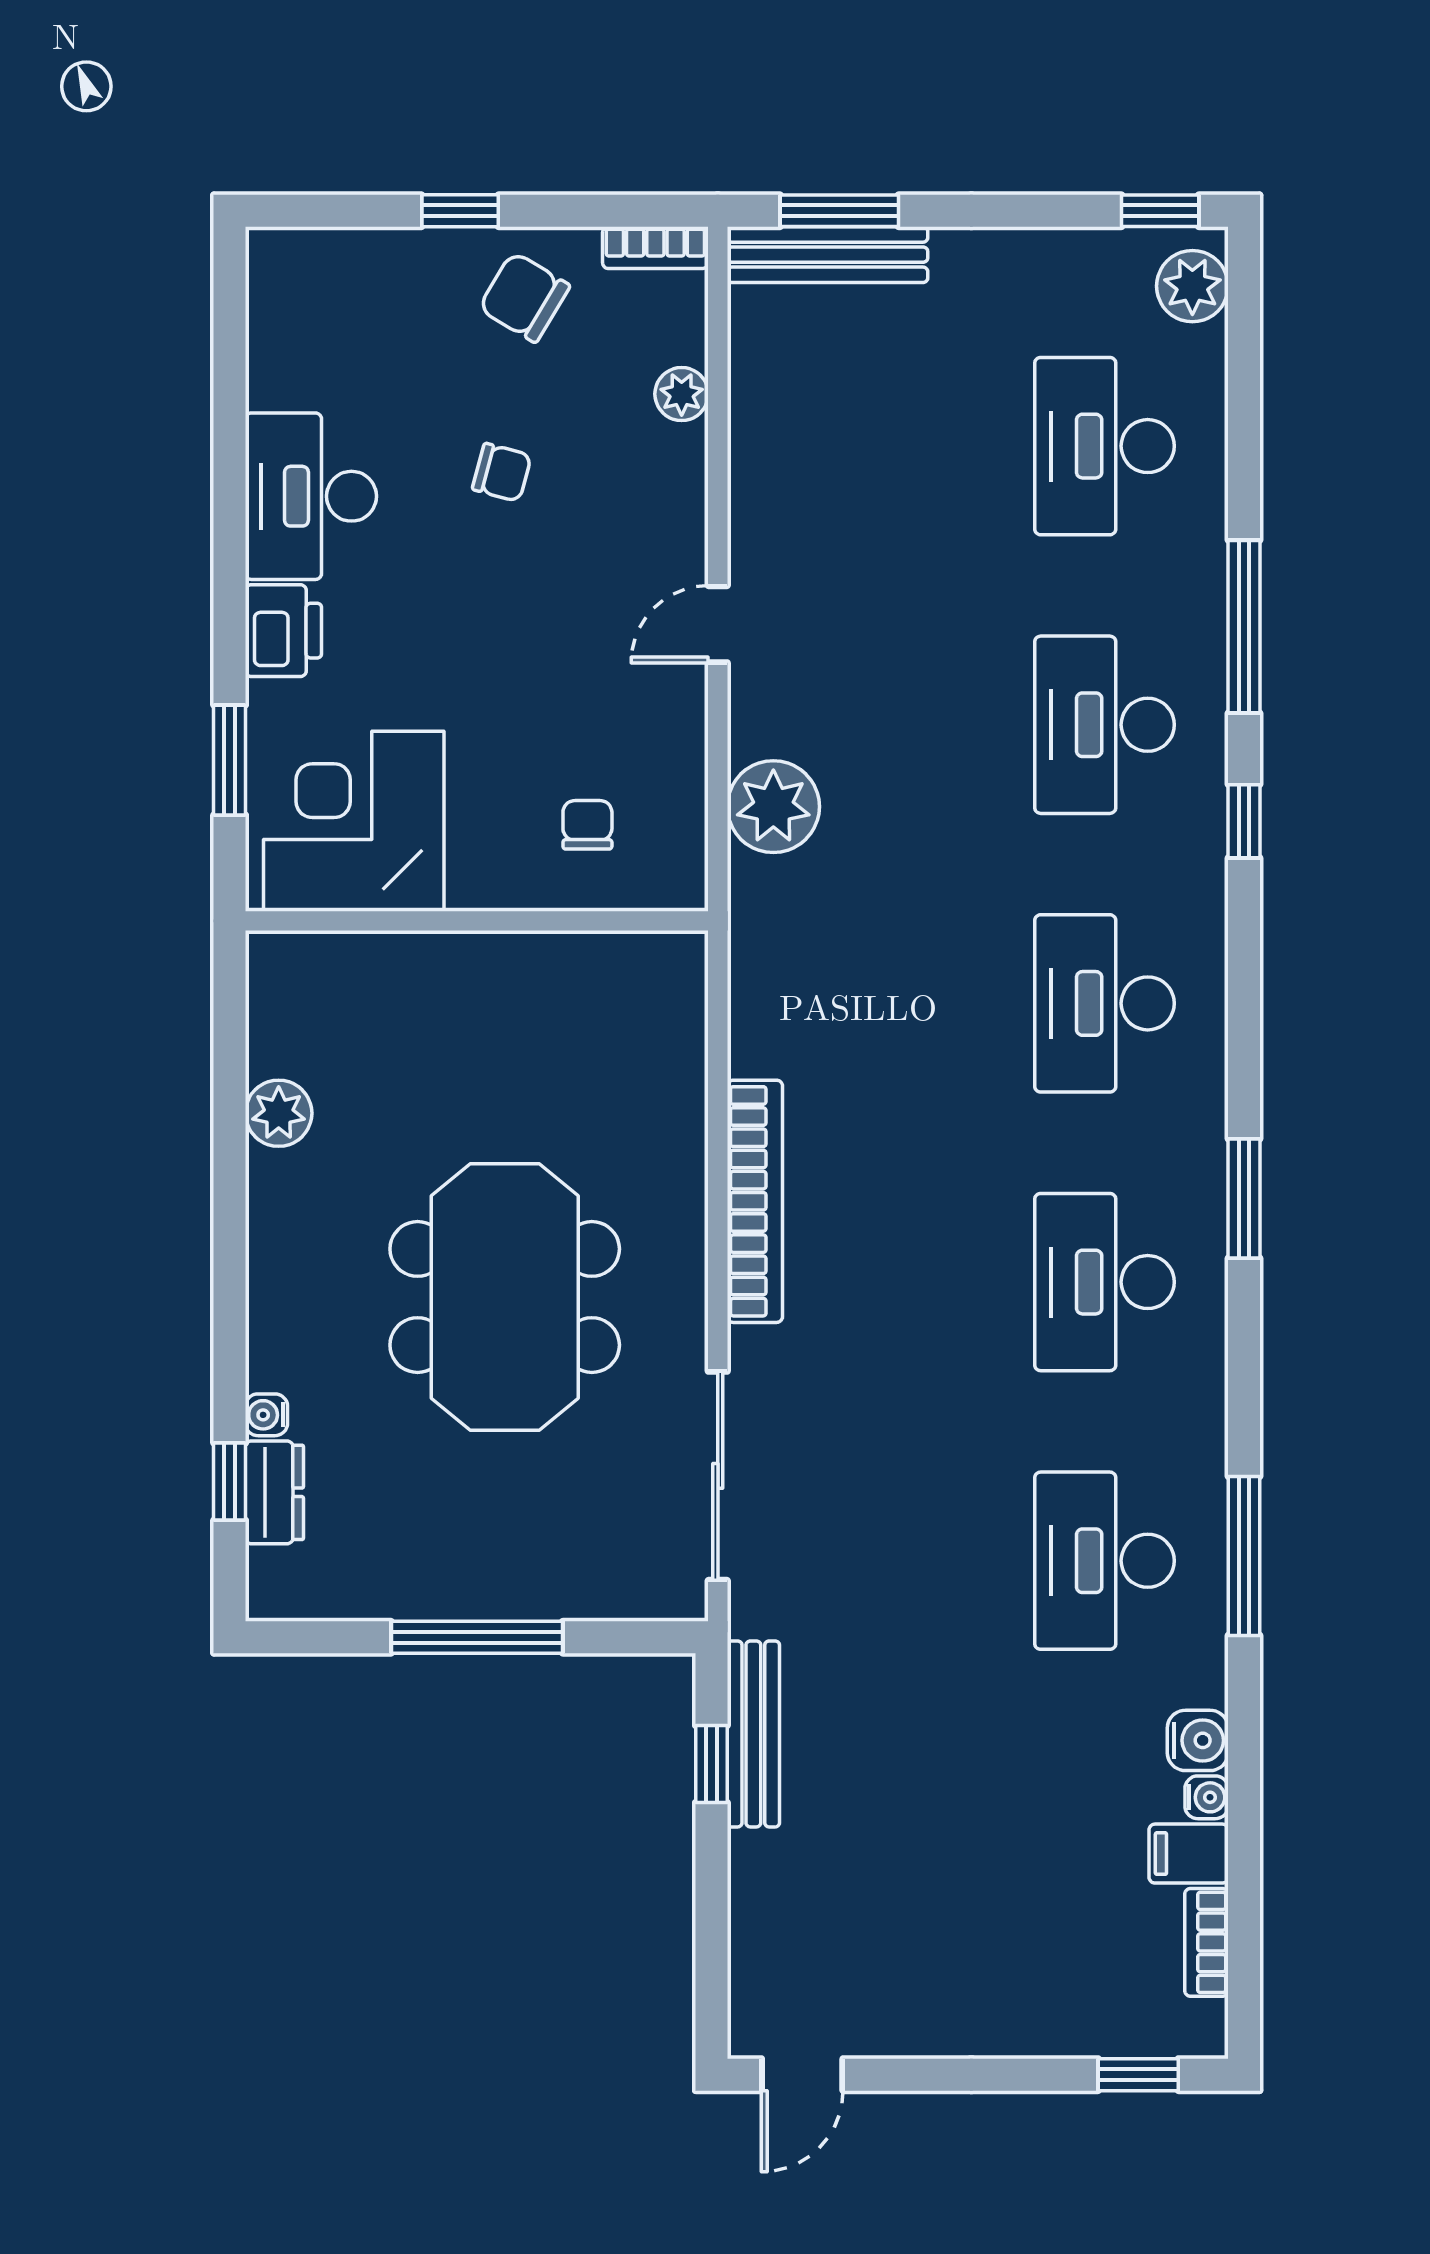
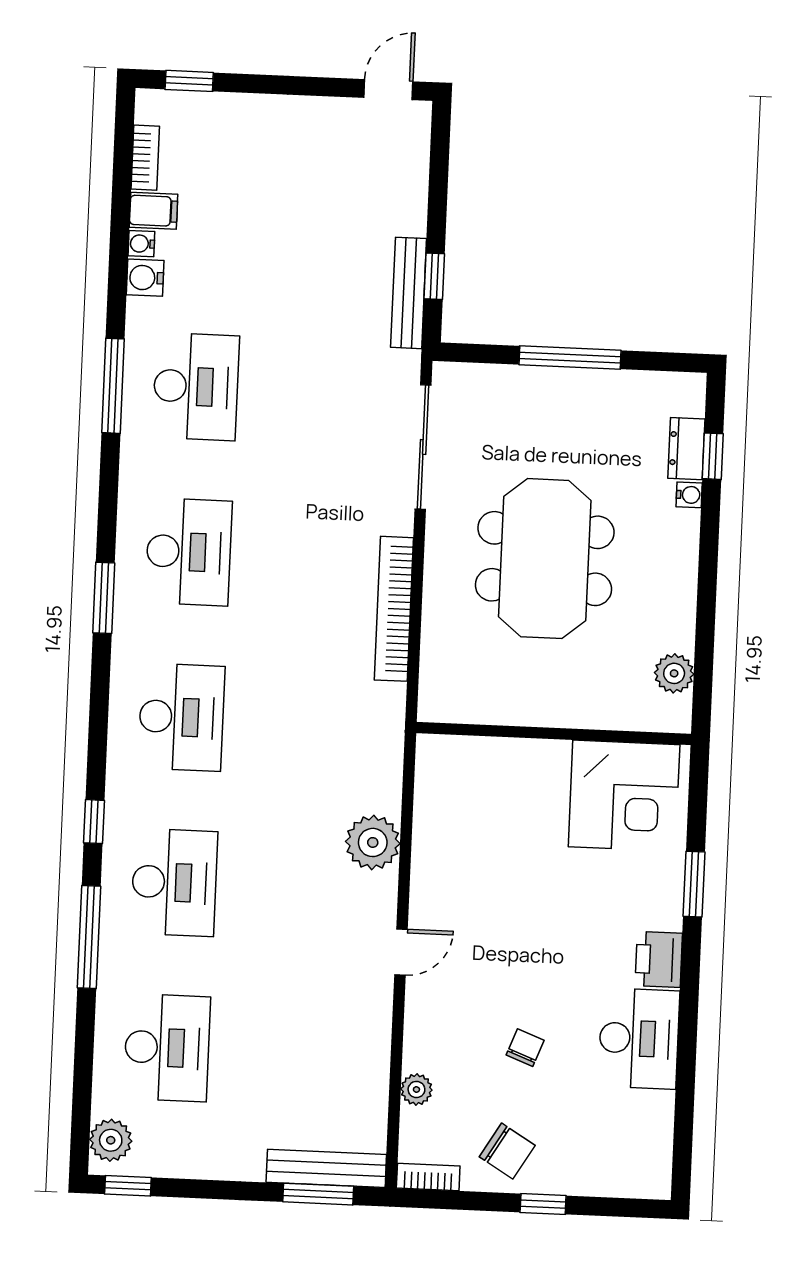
chair: (502, 472) -> (525, 1048), turned 96
corner desk: (354, 821) -> (624, 796), moved
chair: (587, 825) -> (483, 836), removed
wall: (477, 921) -> (554, 733), moved

